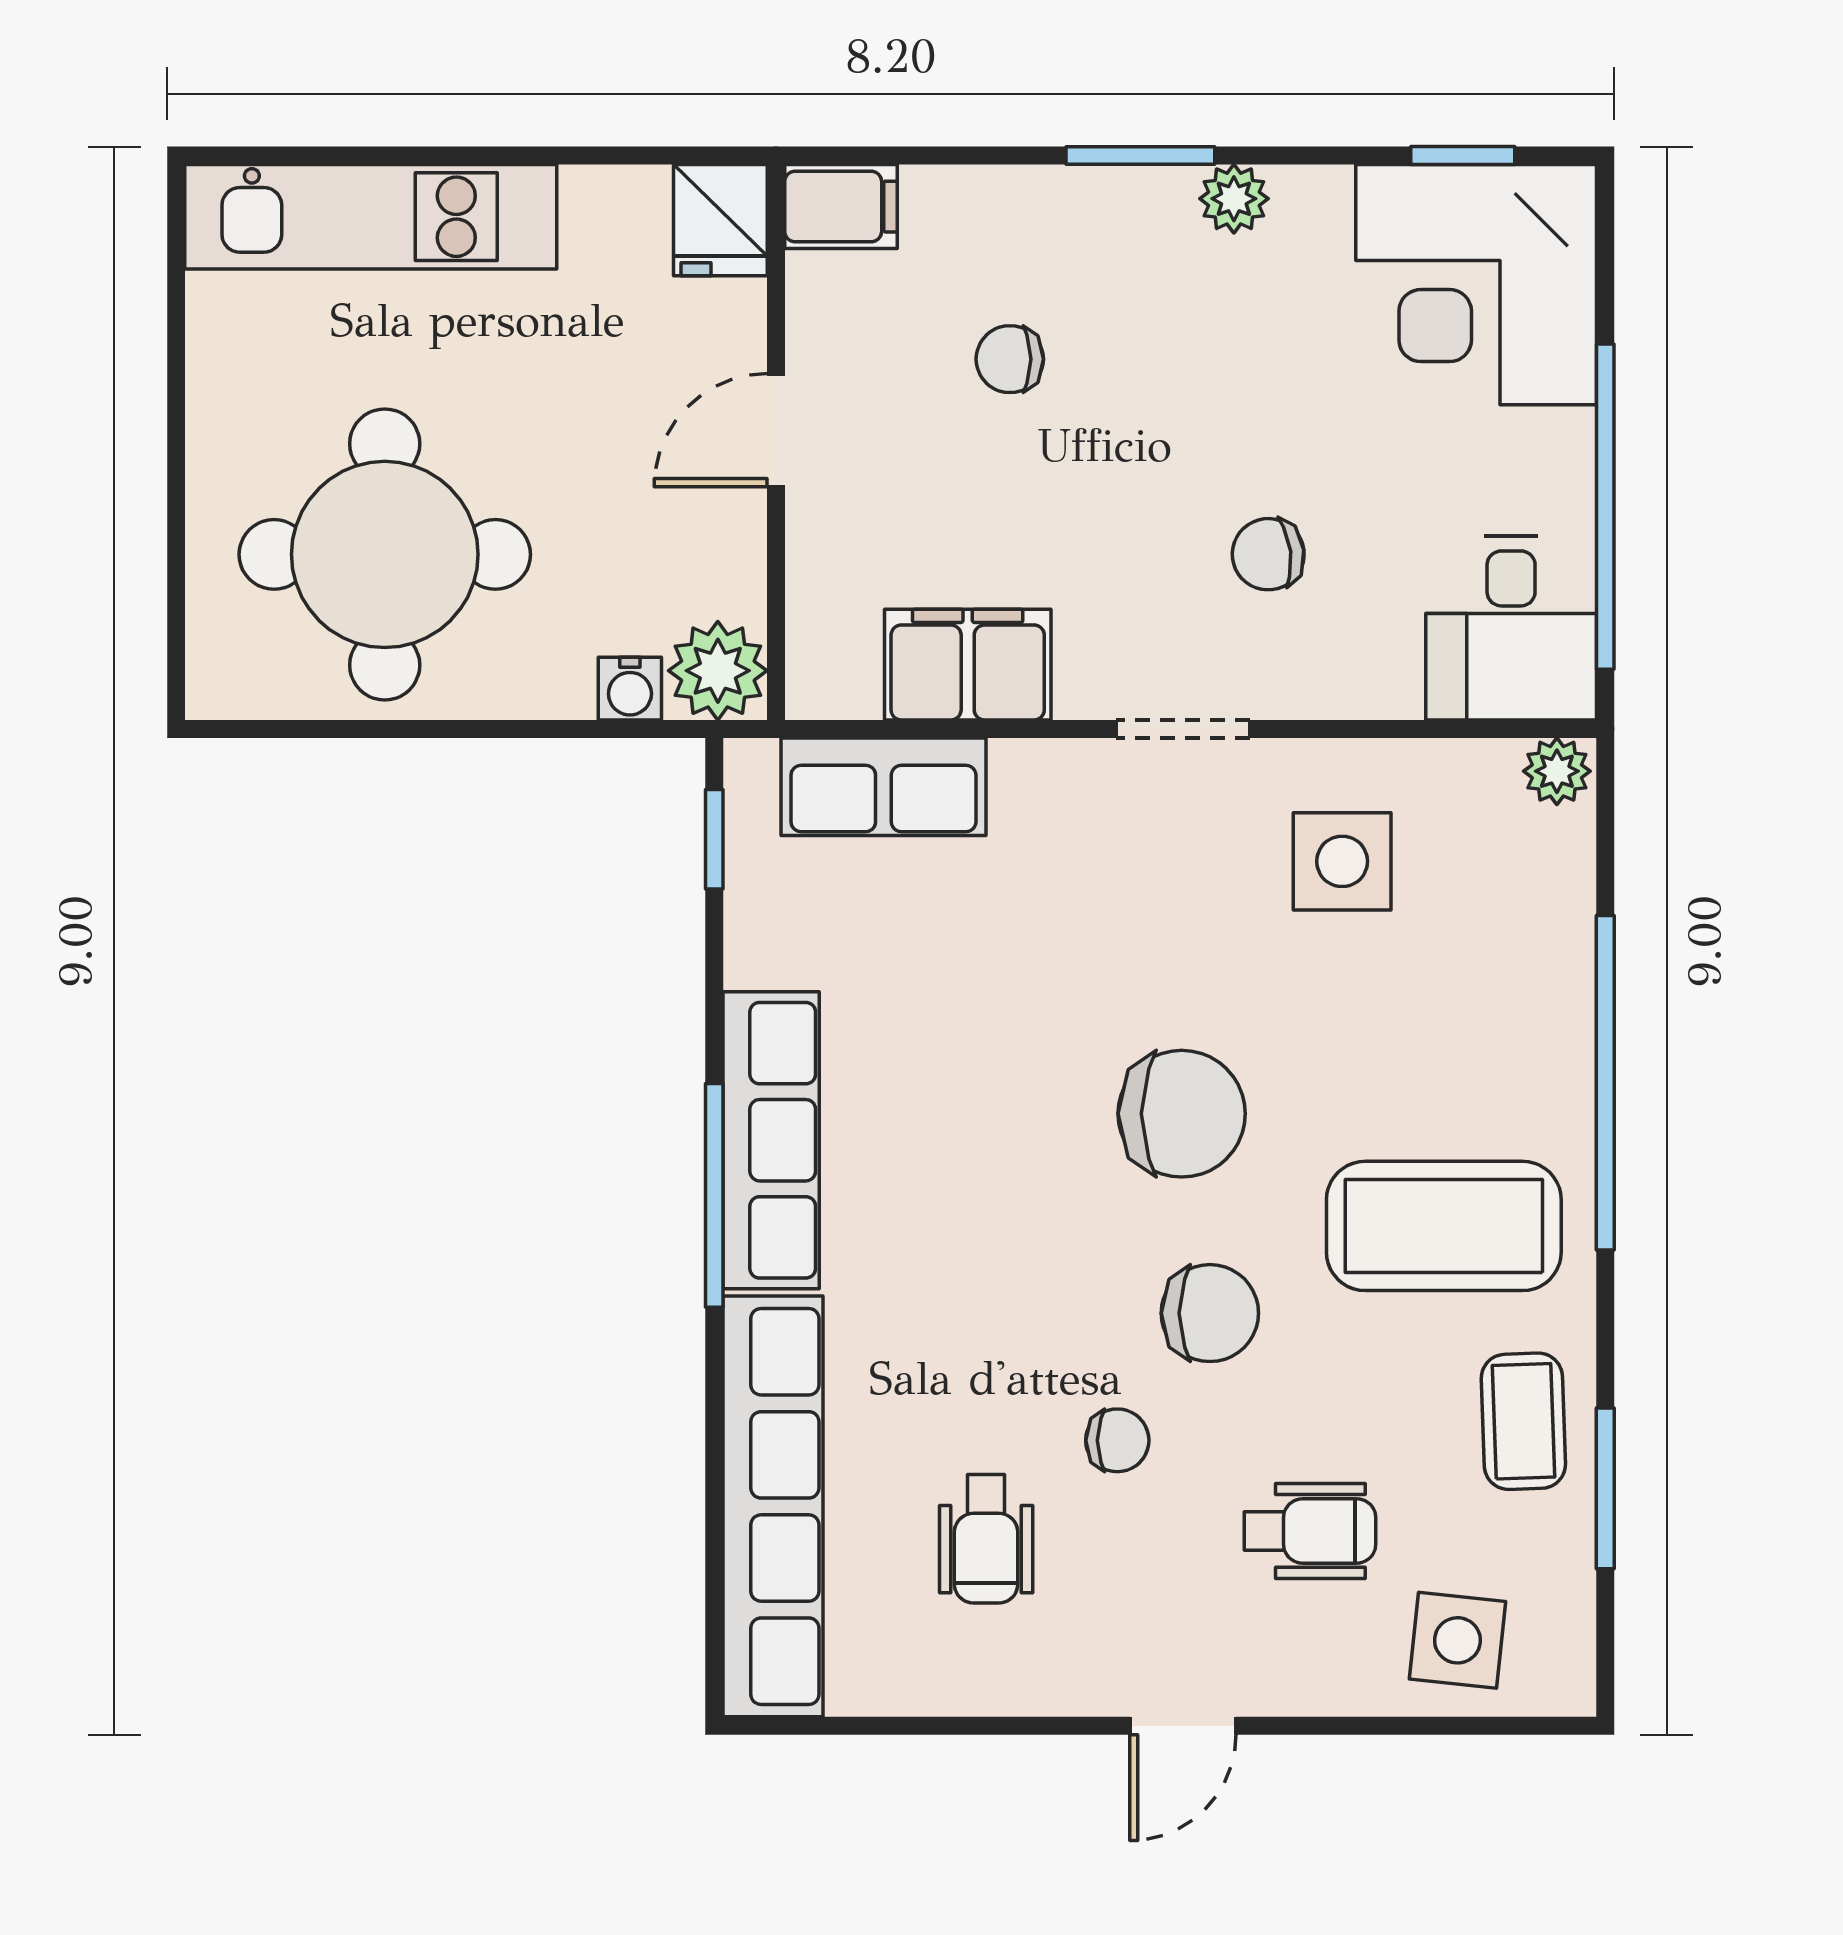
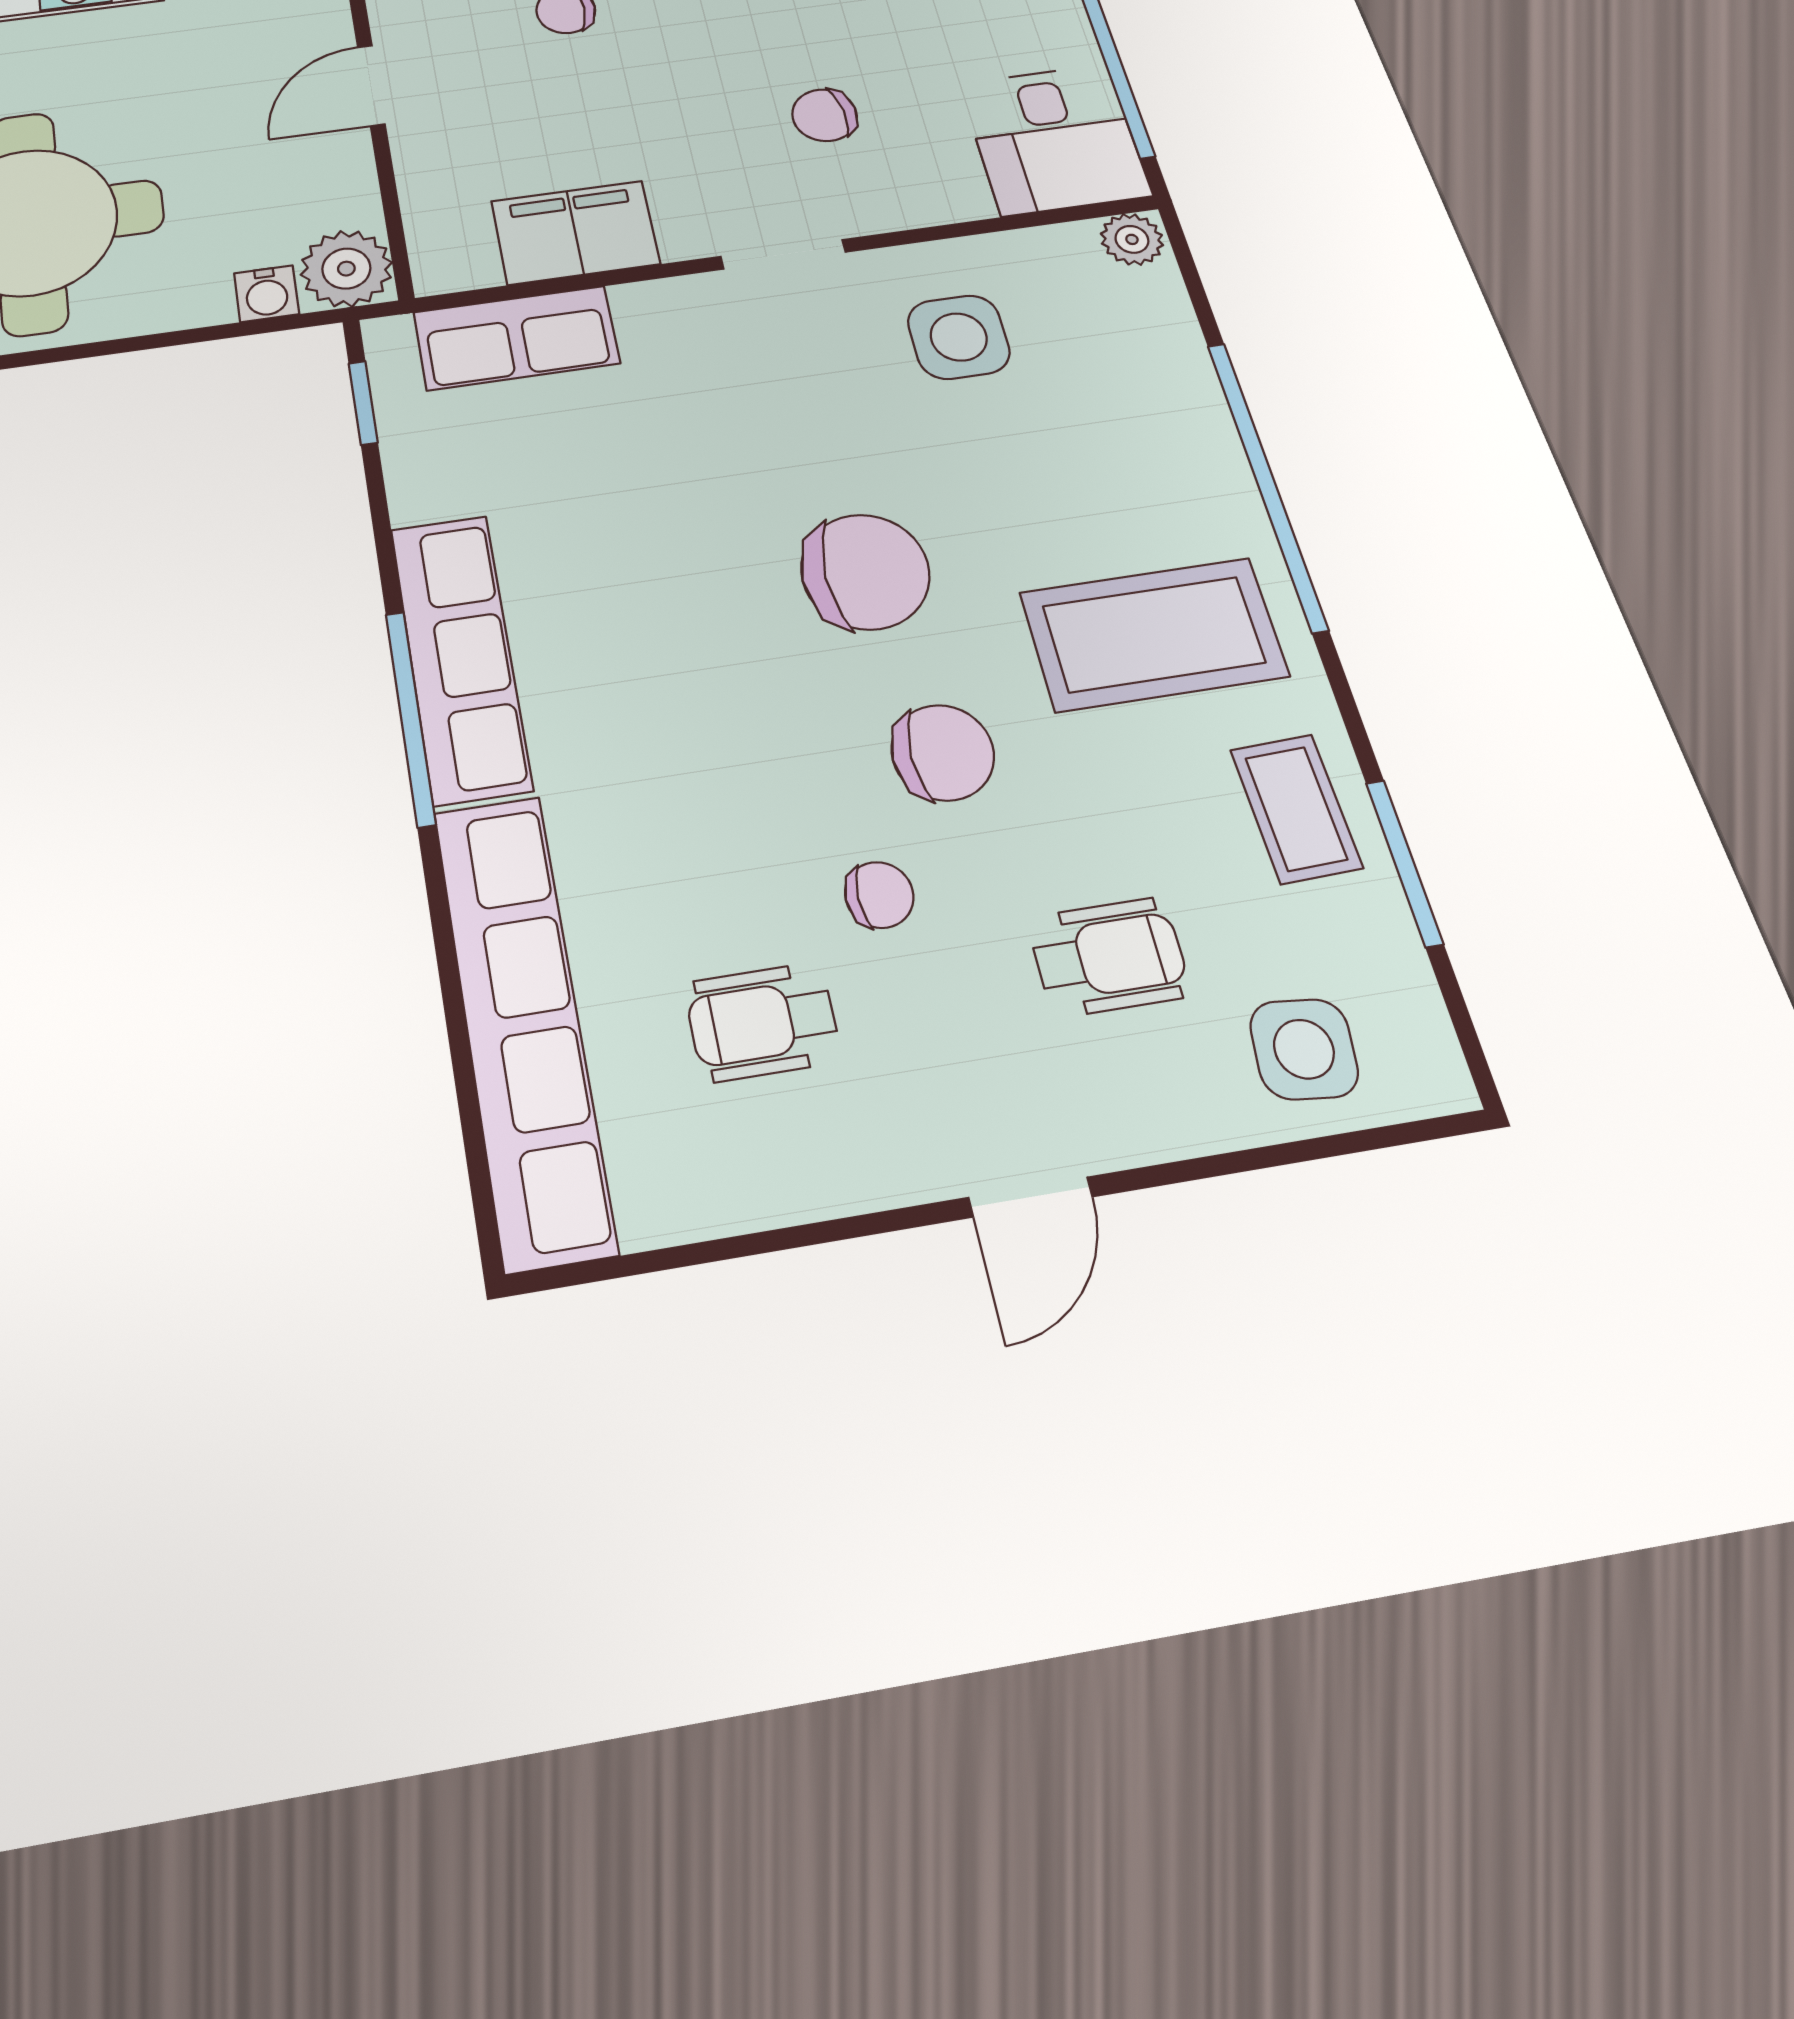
wheelchair: (986, 1539) -> (762, 1022), turned 90

